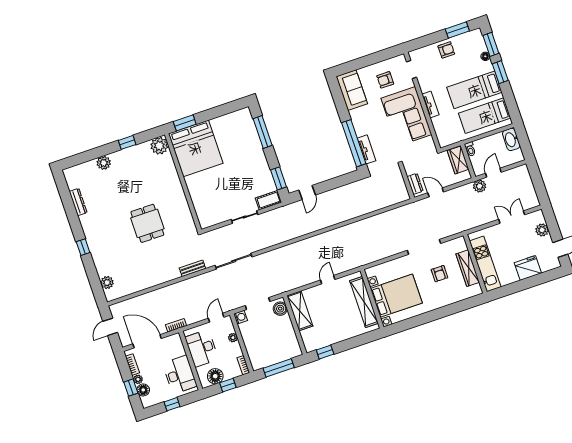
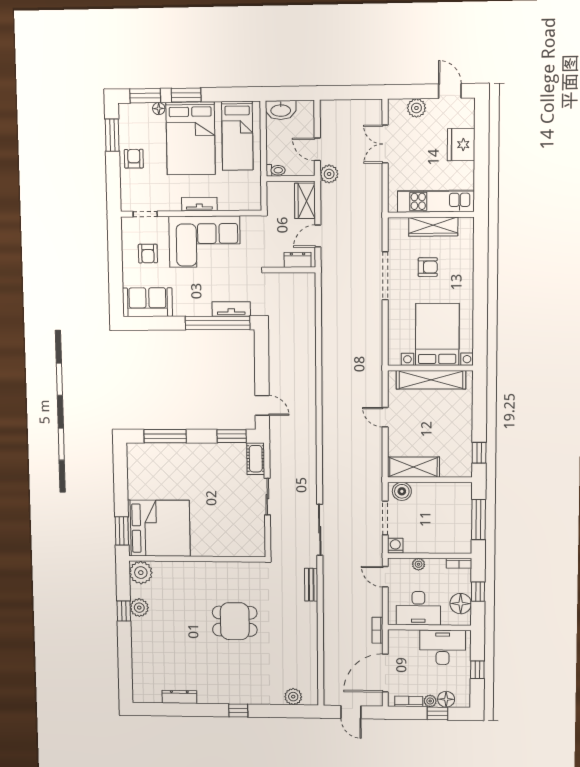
bed: (474, 90) -> (191, 138), width x1.50
wardrobe: (458, 160) -> (305, 201), moved, turned 90
plant: (104, 163) -> (139, 608), moved

